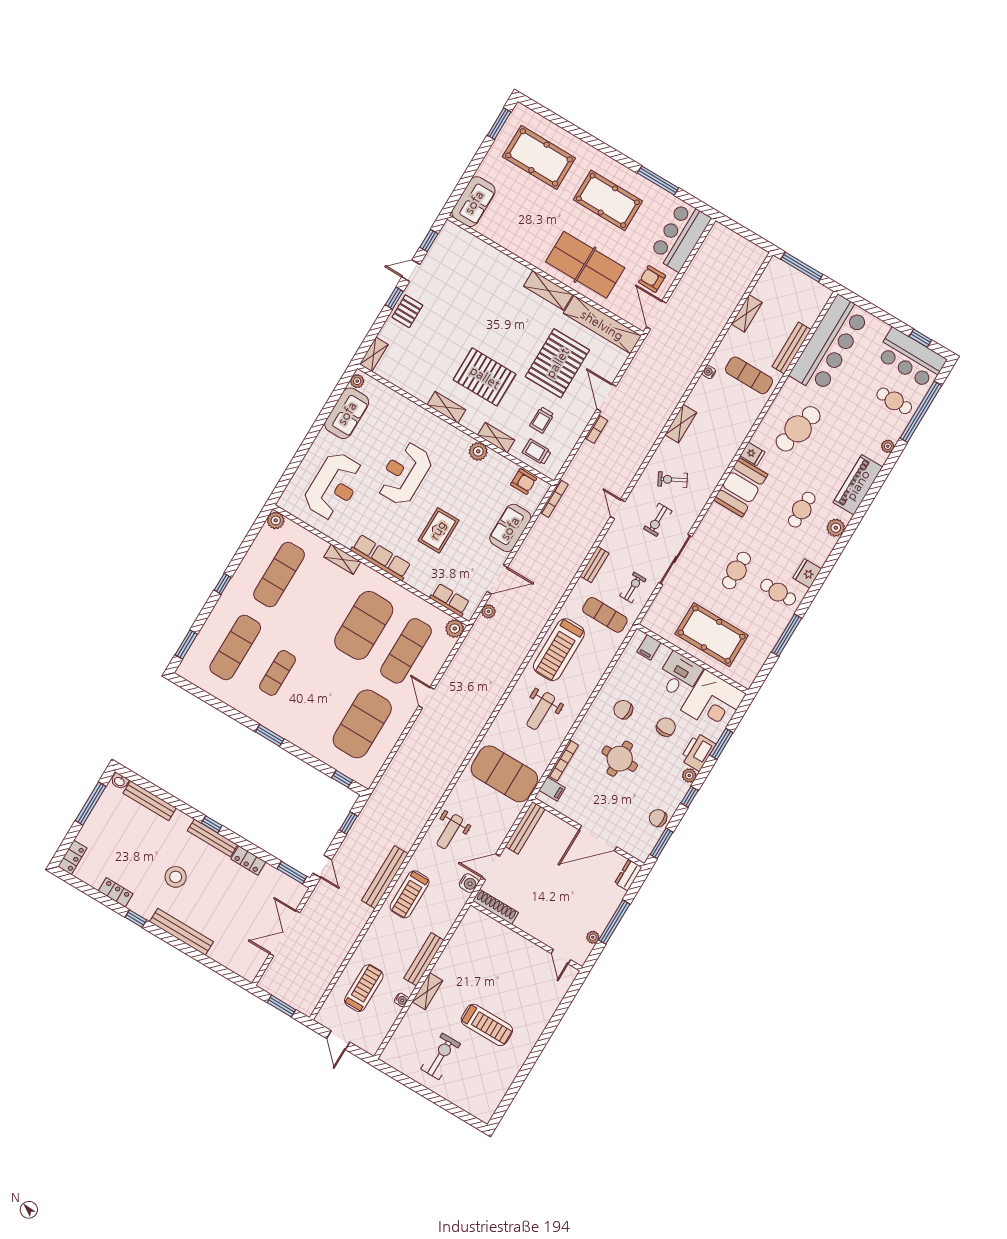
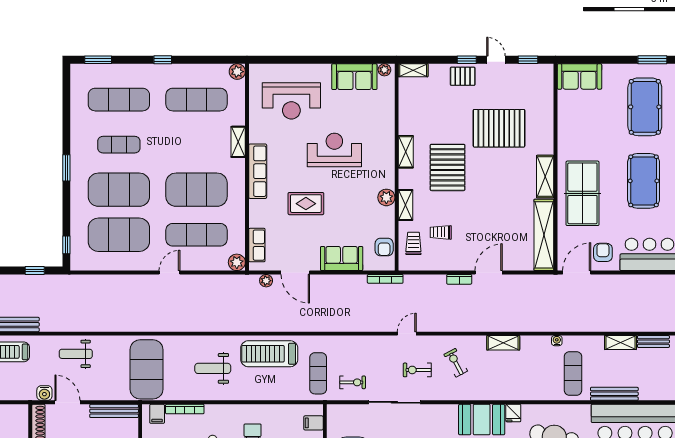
pallet: (557, 363) -> (499, 128), moved
bench: (594, 565) -> (653, 341), moved
exercise mat: (320, 698) -> (119, 190), added

